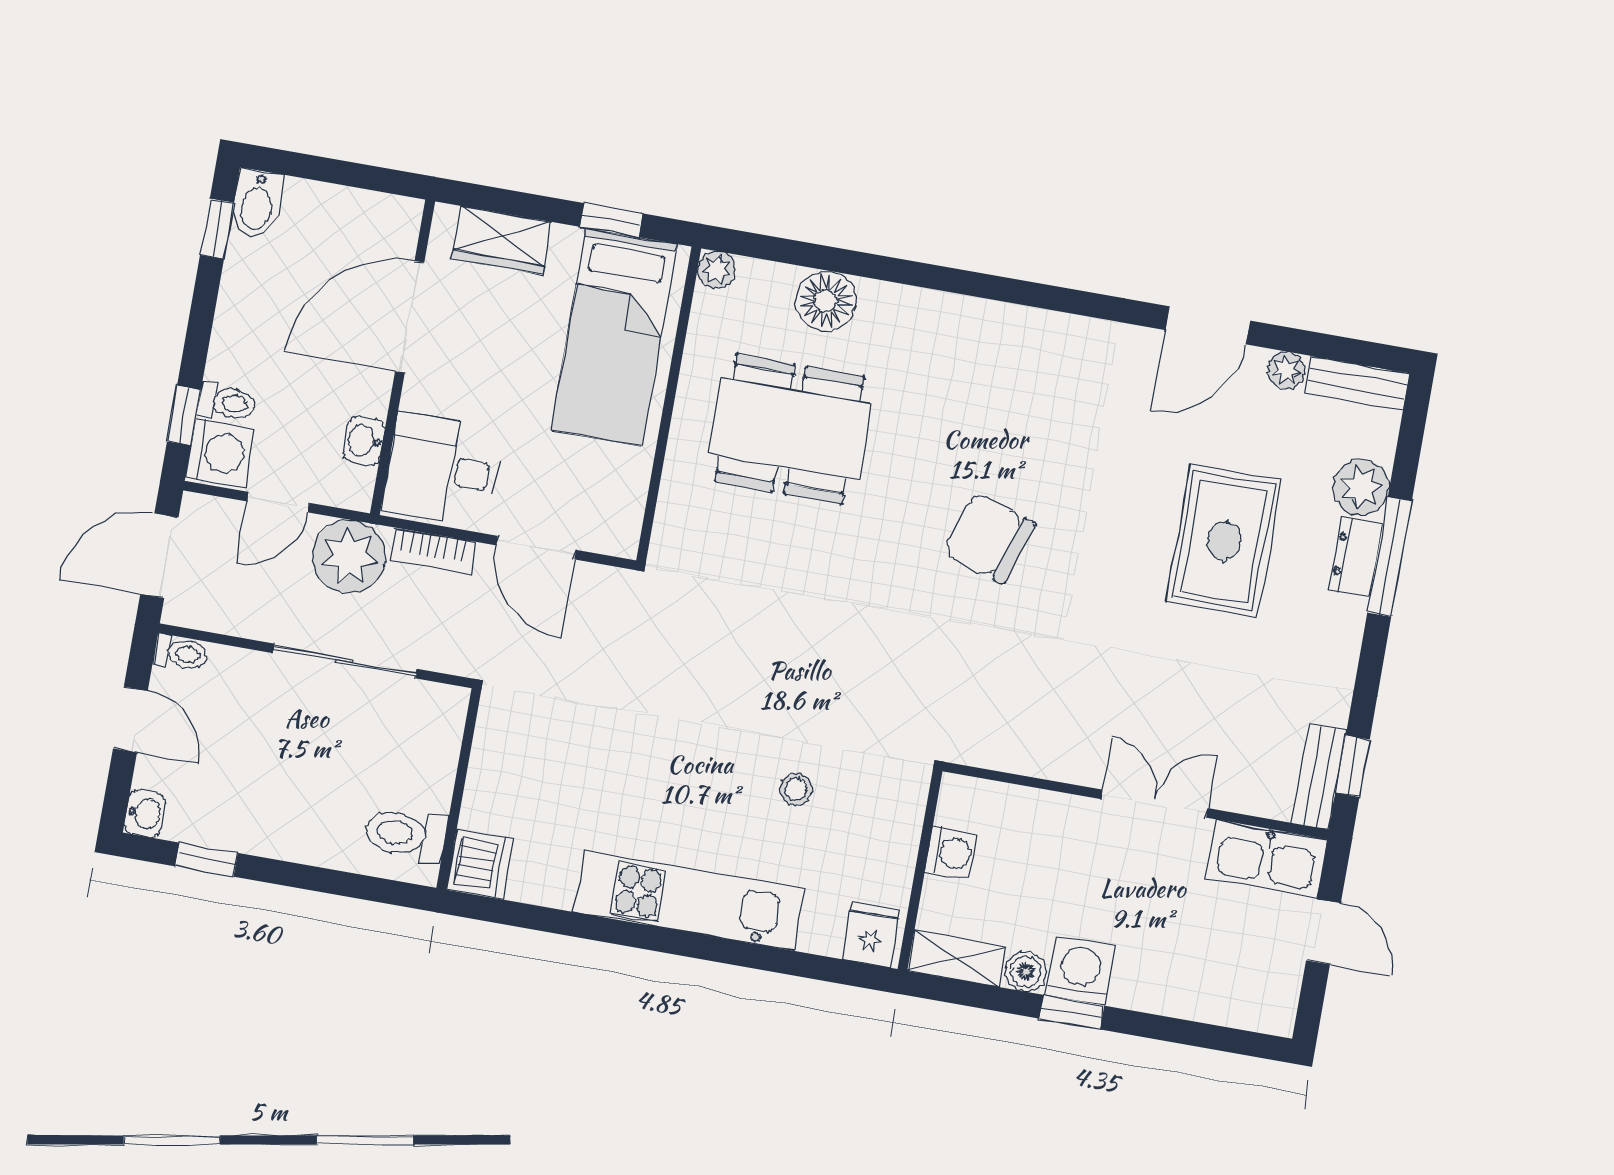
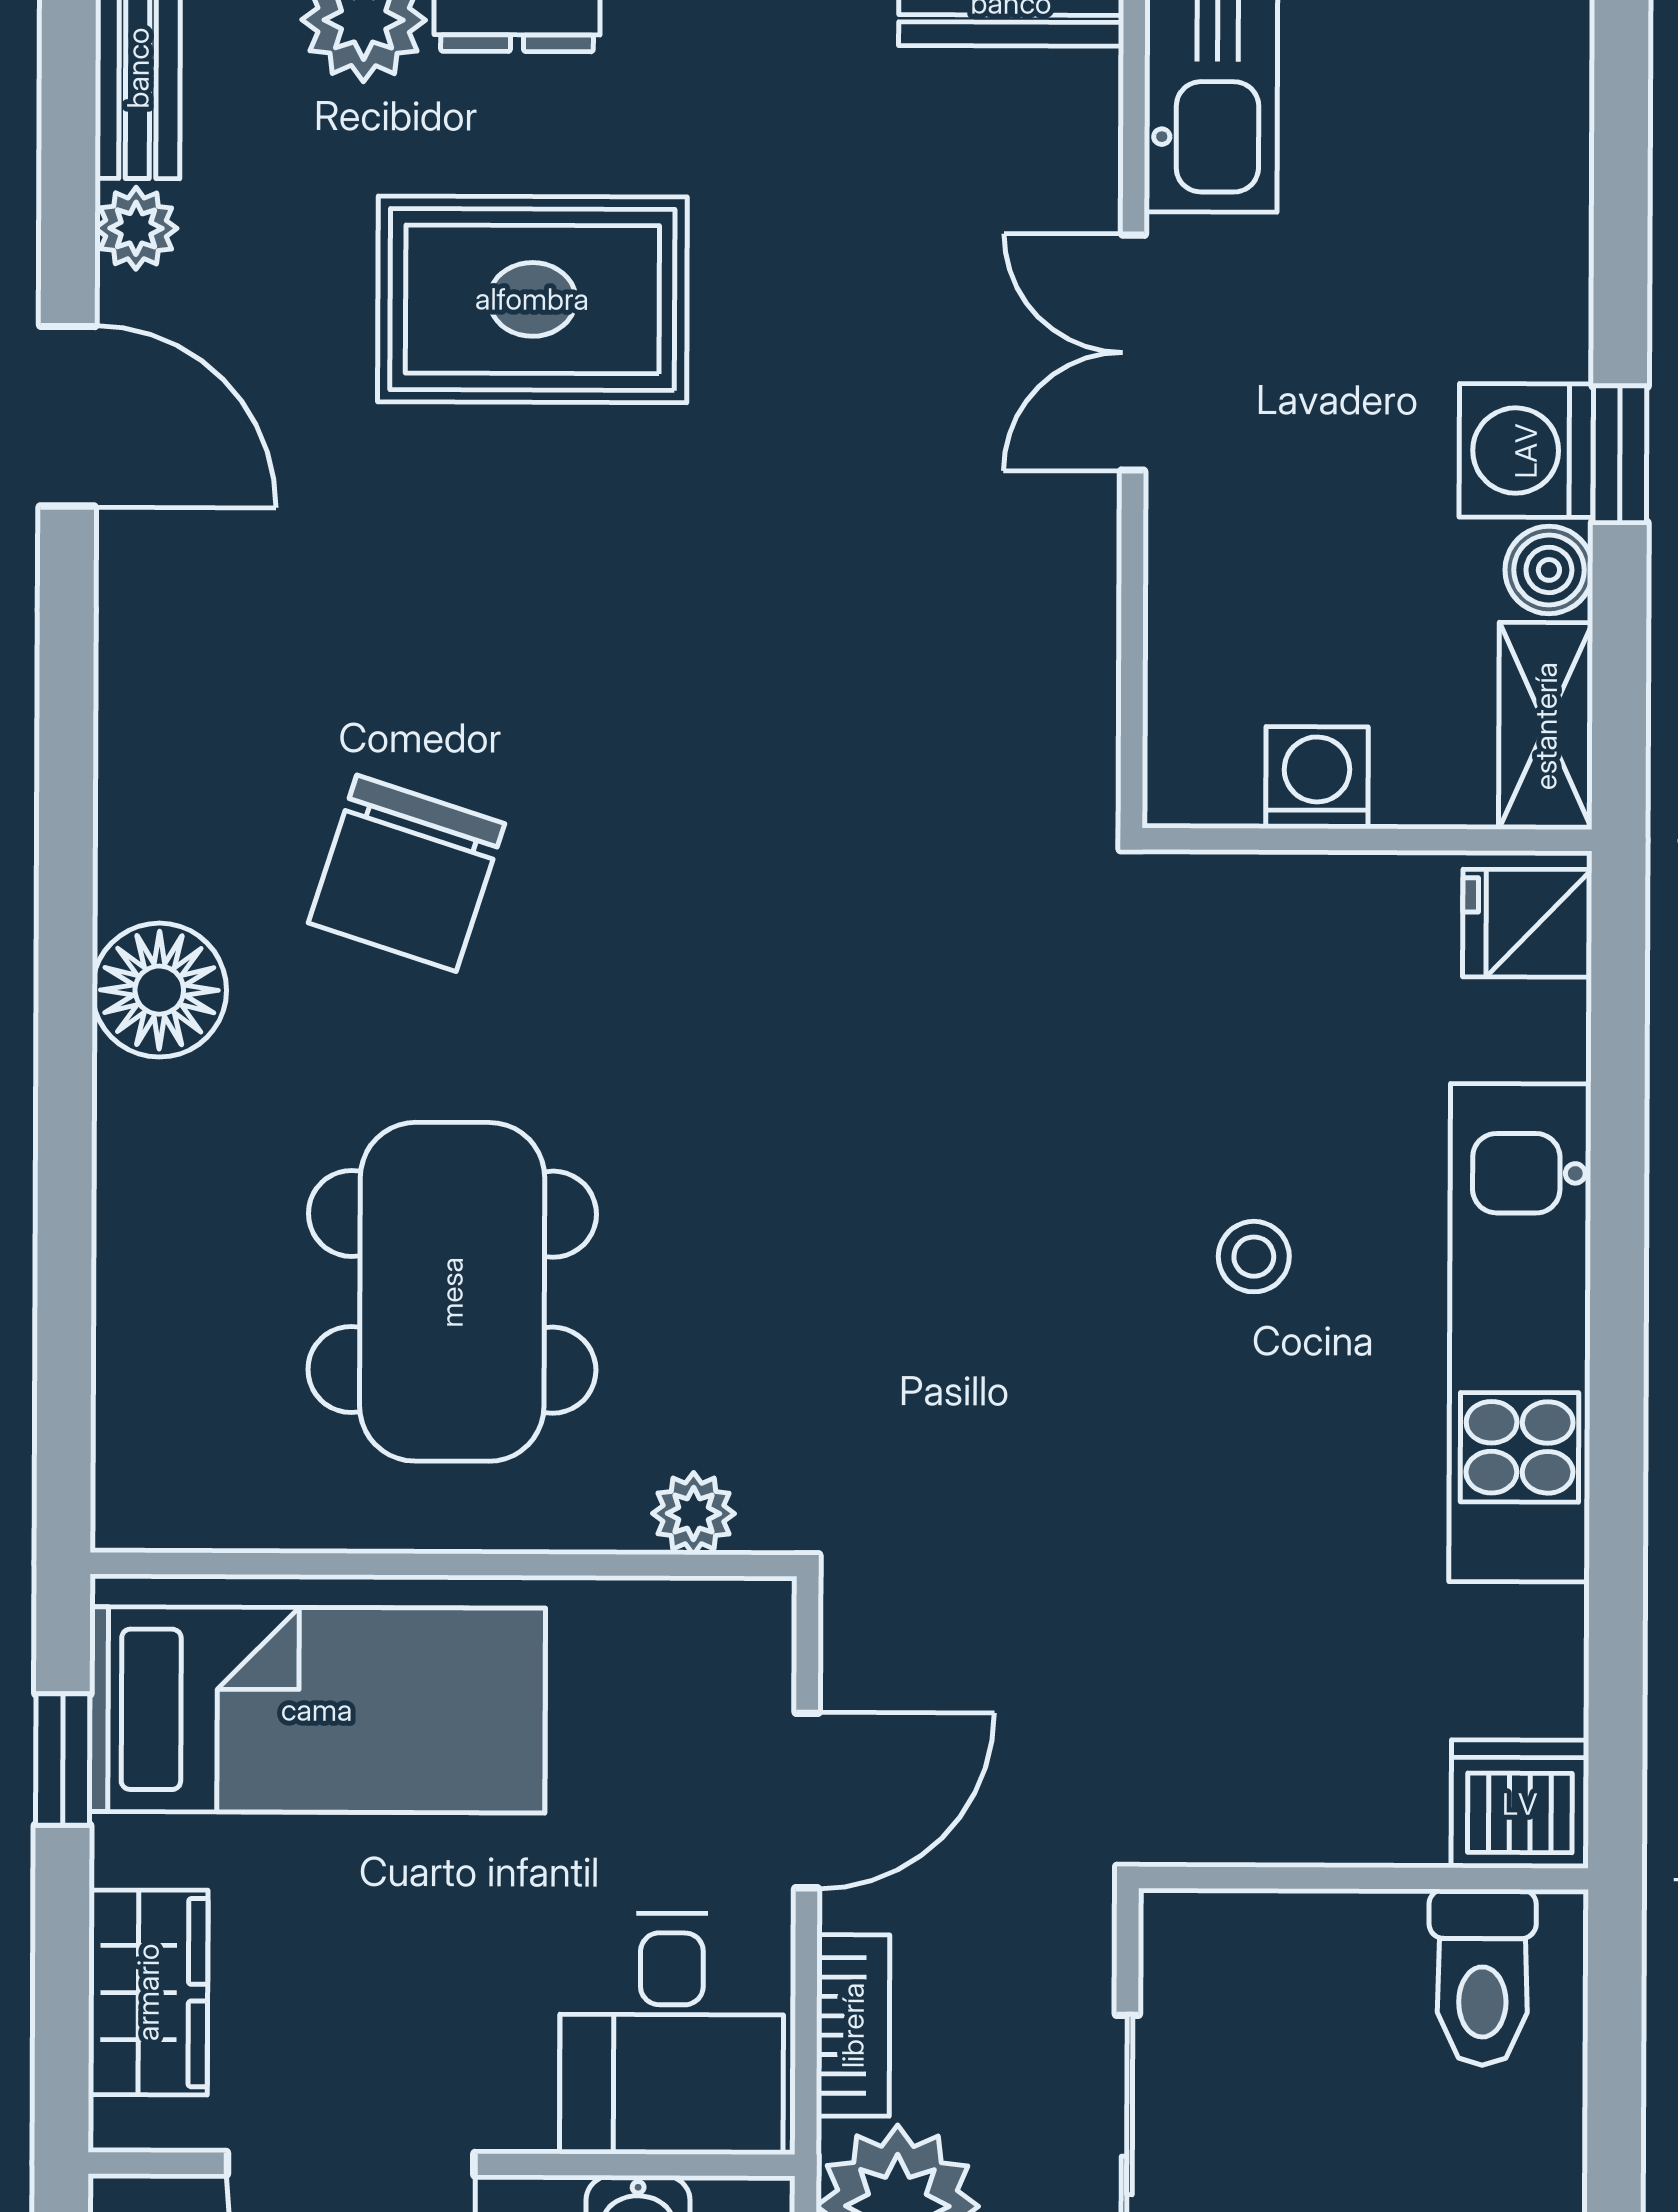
plant: (716, 270) -> (693, 1513), moved
floor lamp: (826, 301) -> (159, 990), moved
chair: (989, 538) -> (407, 873), moved
stool: (796, 789) -> (1254, 1257), moved

